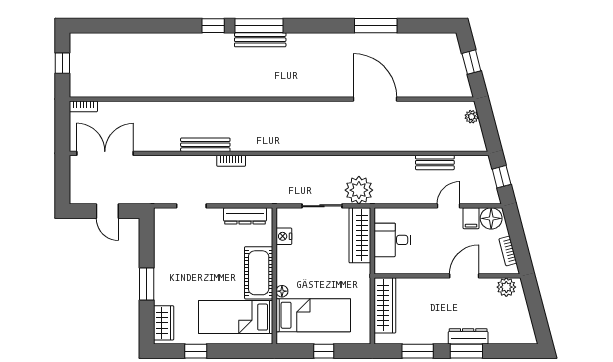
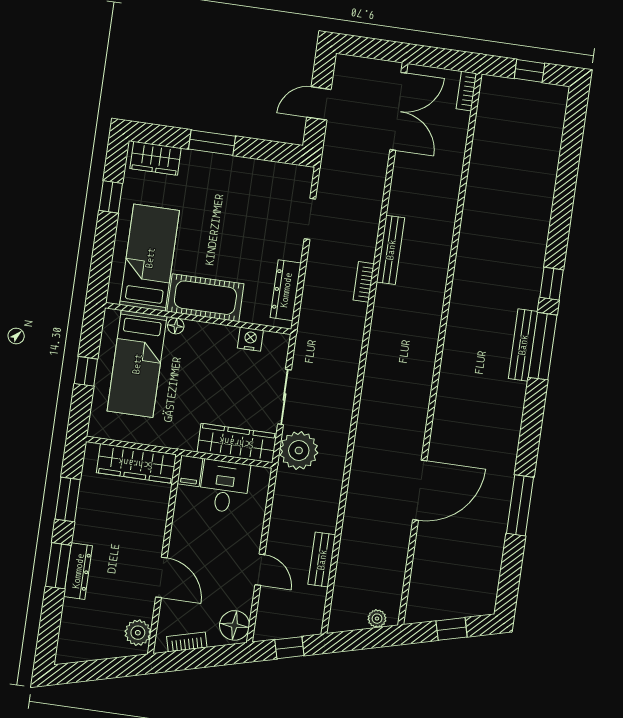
filing cabinet: (471, 218) -> (190, 471), moved, turned -90

